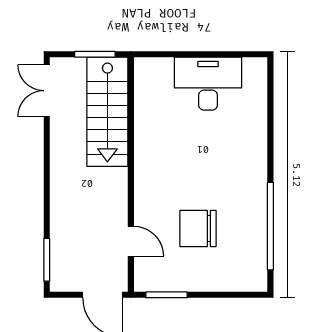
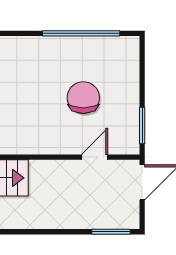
chair: (198, 229) -> (83, 98), turned 180

